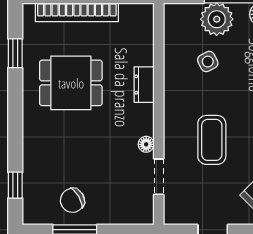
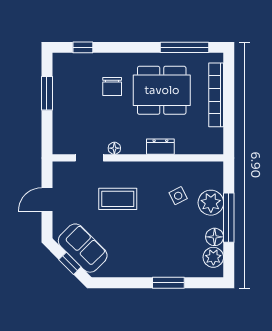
window: (15, 53) -> (185, 47), width x2.17
dining table: (71, 83) -> (162, 90), width x1.38
chair: (72, 200) -> (112, 87), moved, turned -150

